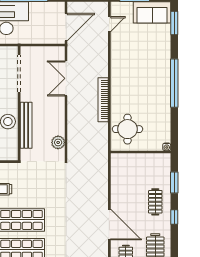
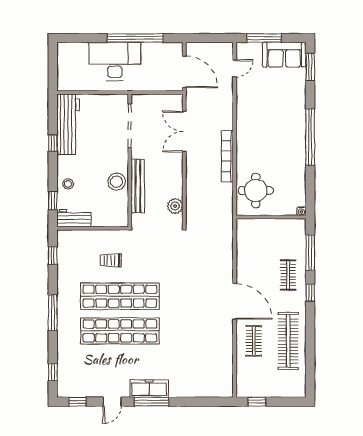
door: (66, 27) -> (184, 72), hinge flipped
window: (174, 182) -> (310, 253), width x1.44

